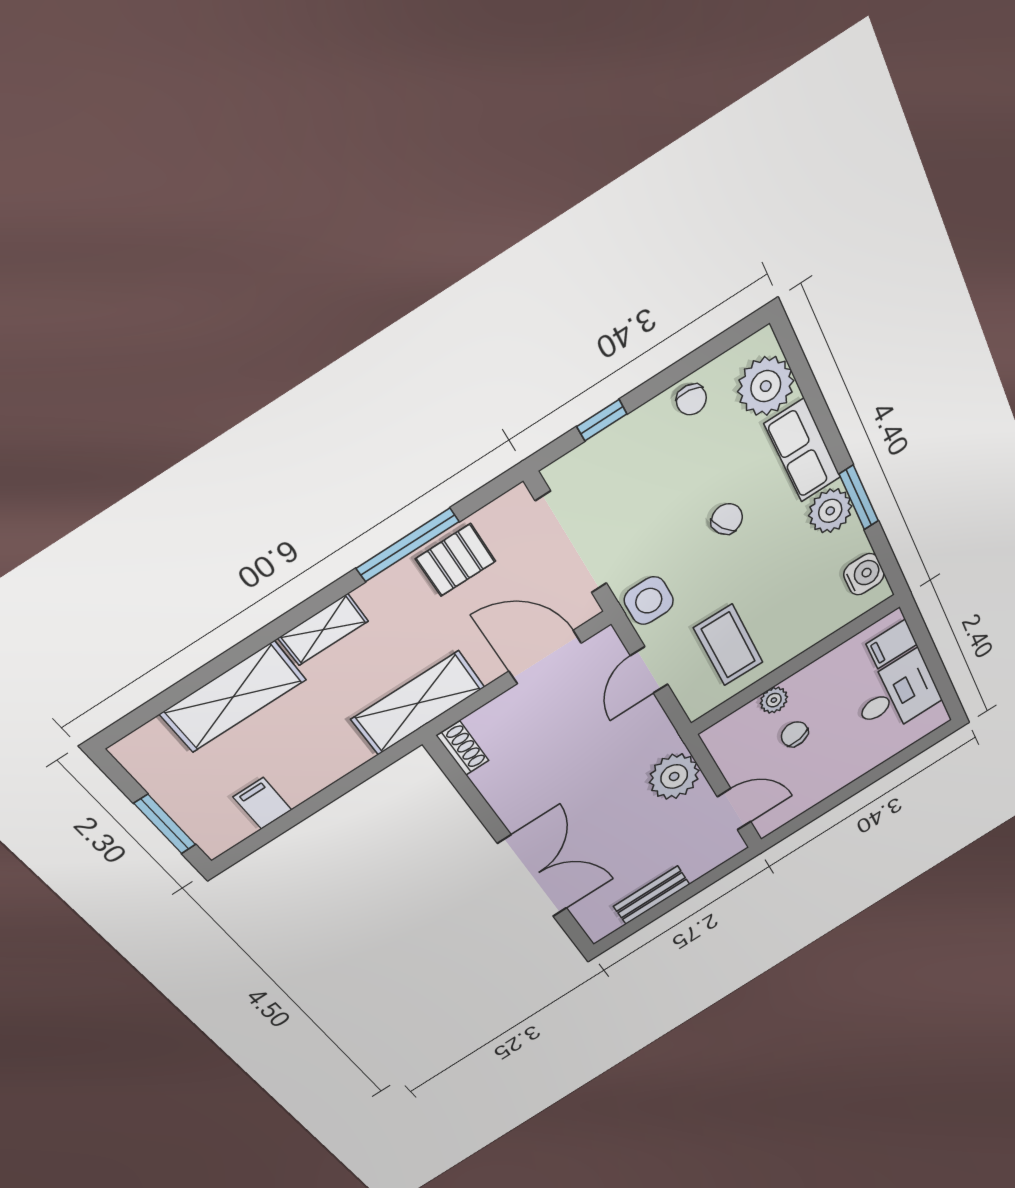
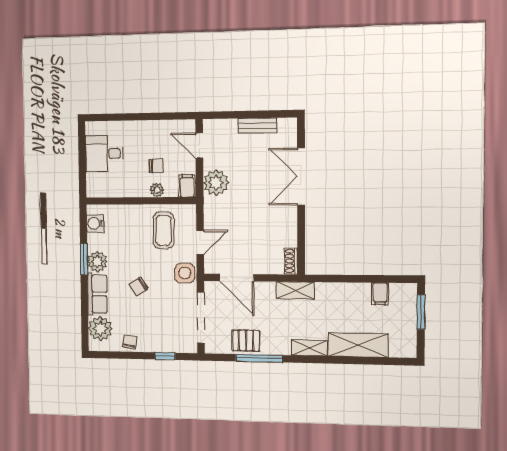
filing cabinet: (892, 644) -> (187, 186), moved, turned -90
shelving: (418, 703) -> (295, 290), width x0.67, depth x0.75
chair: (795, 734) -> (156, 166), turned -78

